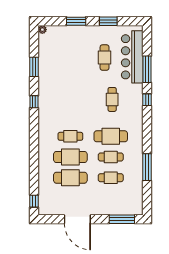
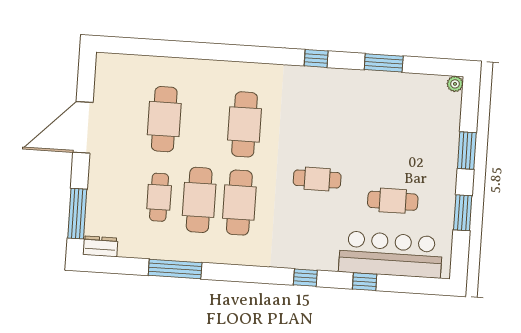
window: (147, 69) -> (365, 282), width x0.46
cafe table: (112, 99) -> (317, 179), moved
cafe table: (70, 136) -> (245, 124), width x1.37, depth x1.35
cafe table: (70, 157) -> (204, 122), removed
cafe table: (111, 157) -> (199, 200), width x1.37, depth x1.35
window: (34, 201) -> (123, 46), removed
dresser: (138, 206) -> (100, 246), added

